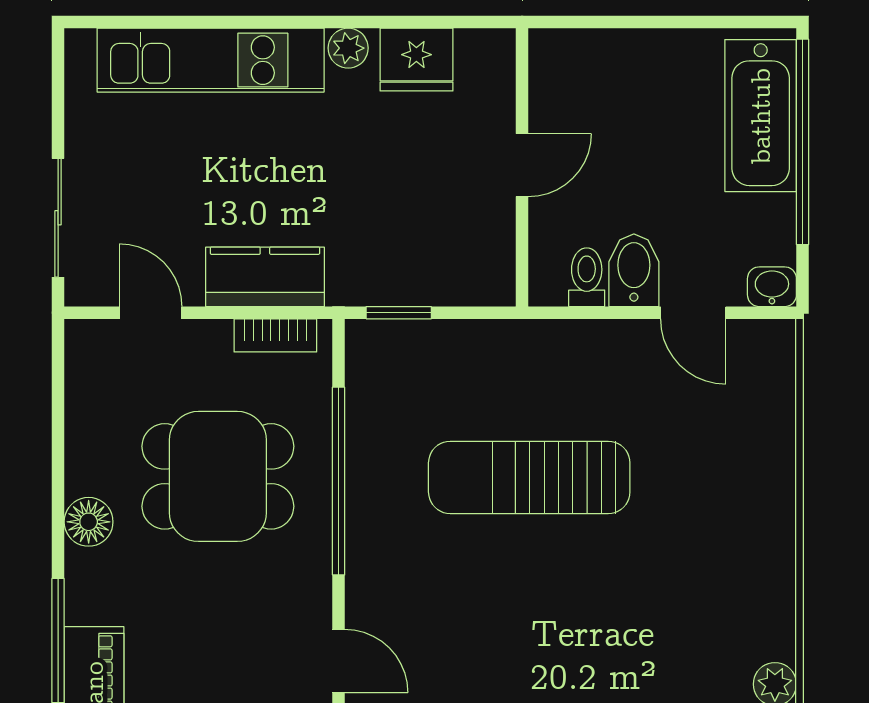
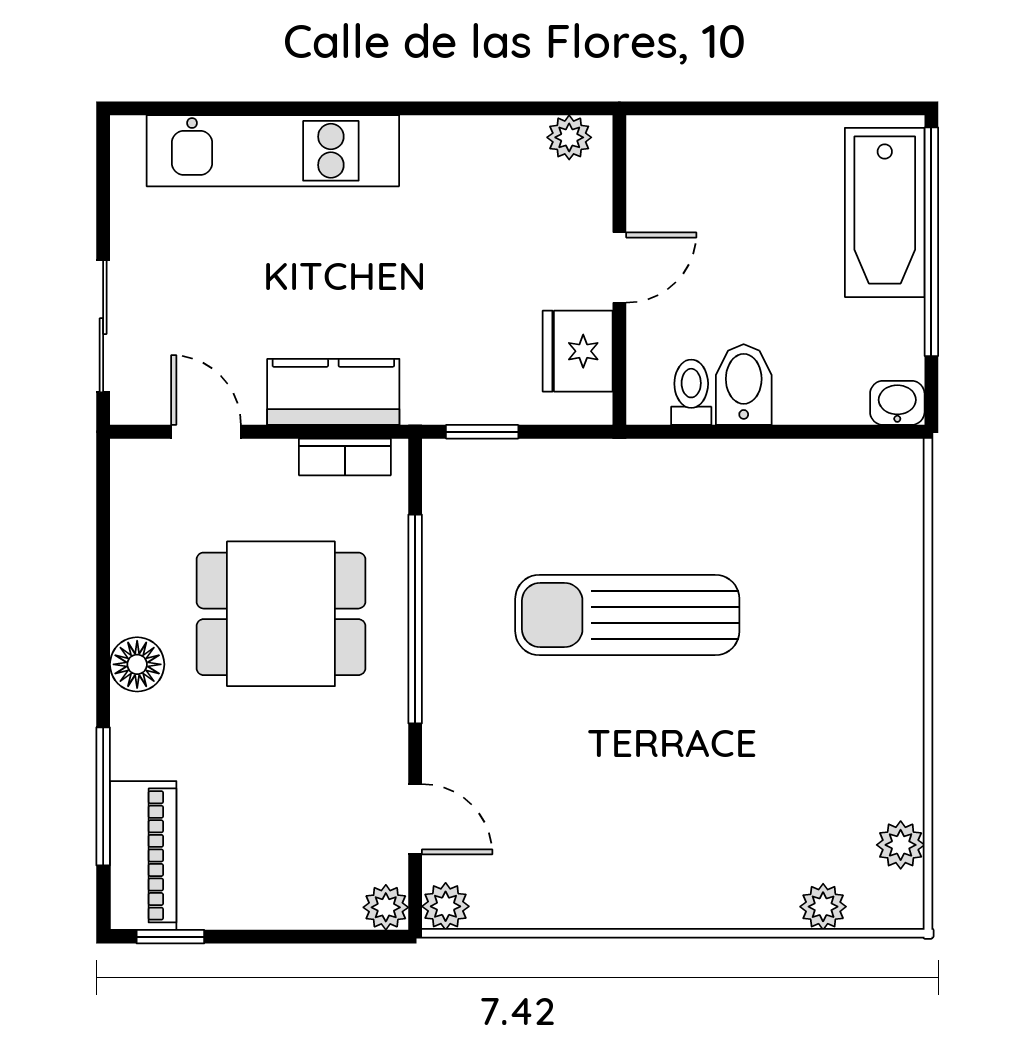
plant: (348, 48) -> (569, 137), moved
fridge: (416, 60) -> (578, 351), moved, turned 90
door: (693, 313) -> (810, 432), removed

